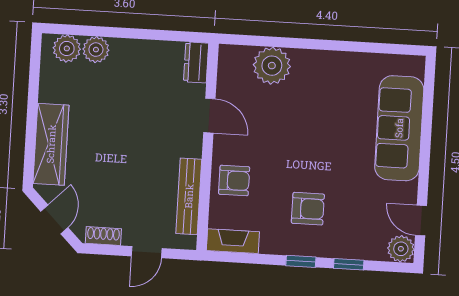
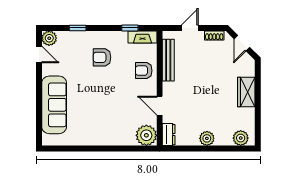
plant: (96, 50) -> (207, 138), moved
plant: (272, 66) -> (146, 135), moved
wardrobe: (51, 144) -> (246, 92), width x0.67
window: (301, 261) -> (130, 28), moved

